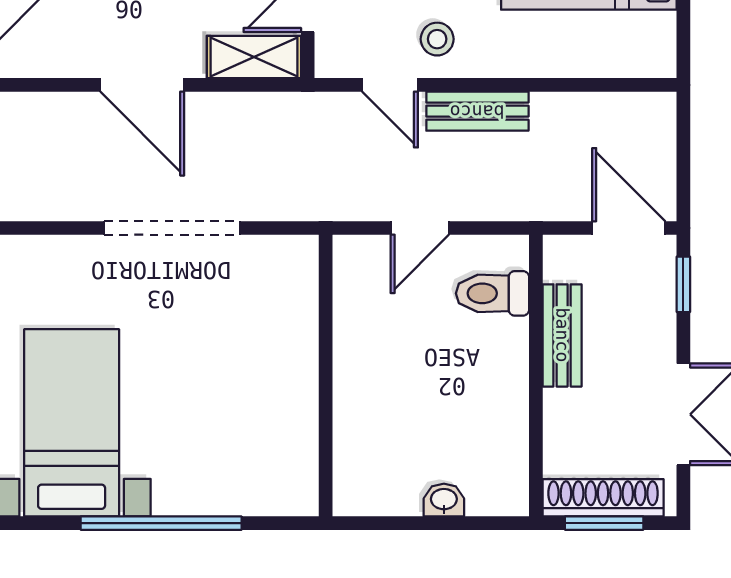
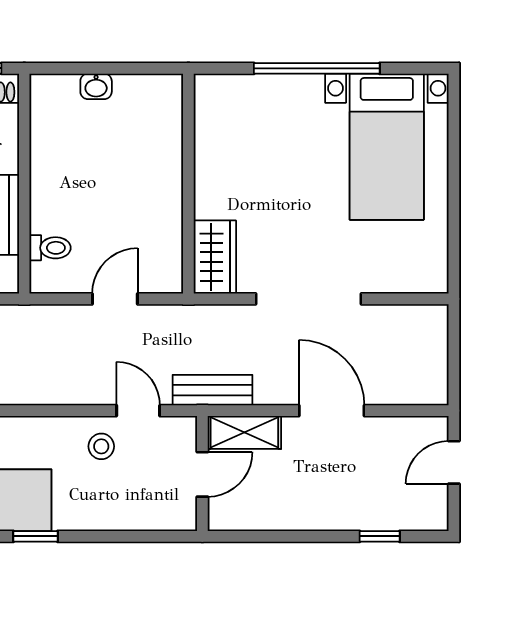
bench: (477, 111) -> (213, 390), moved
wardrobe: (292, 282) -> (215, 257), added
toilet: (492, 293) -> (50, 248), width x0.73, depth x0.72

